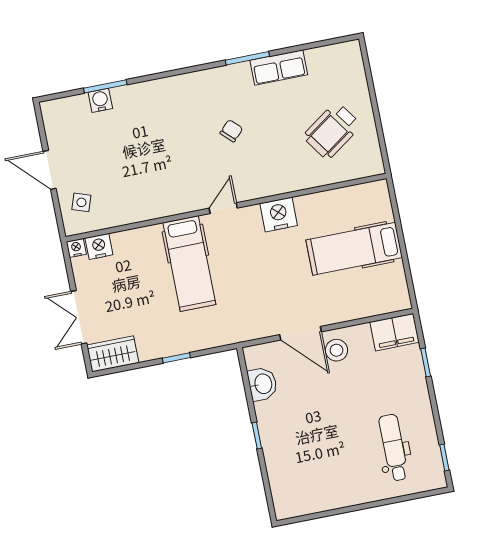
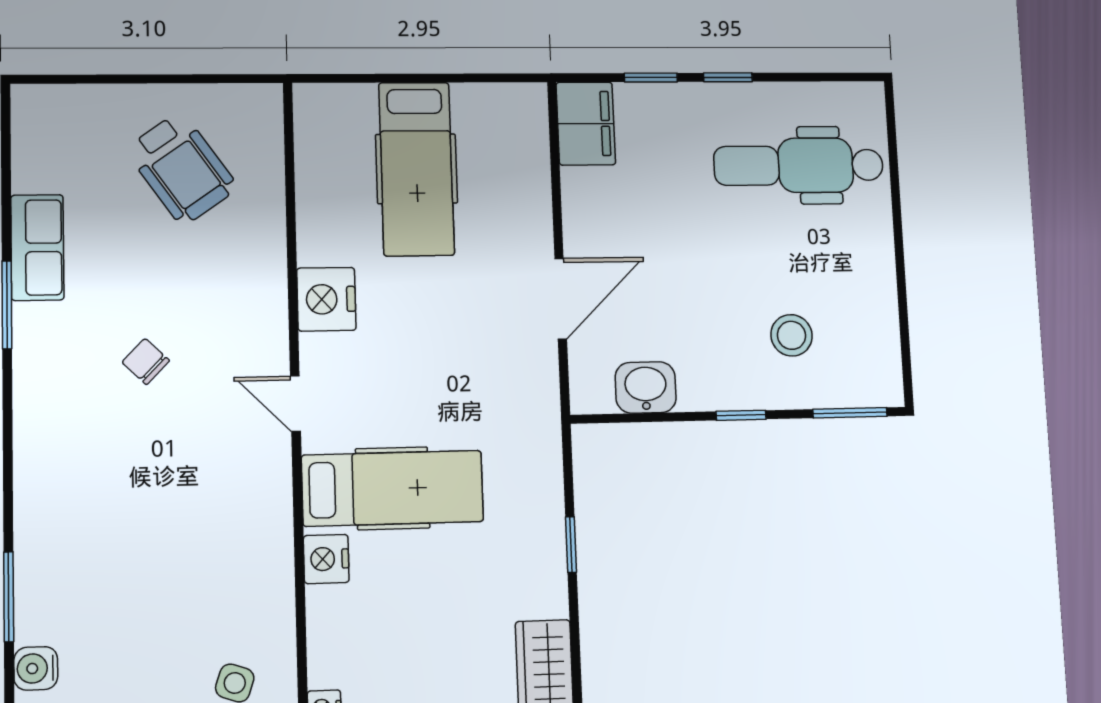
water cooler: (100, 100) -> (36, 668), moved
nightstand: (99, 246) -> (326, 559), moved
stool: (337, 350) -> (791, 335), moved
dental chair: (394, 448) -> (799, 165), width x1.36, depth x1.38
window: (444, 457) -> (728, 77), moved
window: (268, 493) -> (850, 413), added

